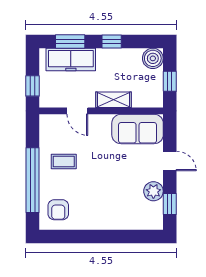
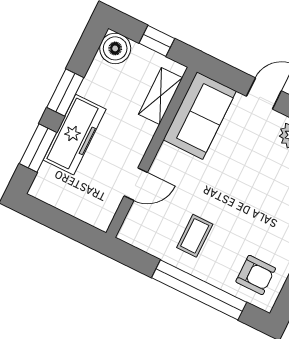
window: (112, 41) -> (65, 93), width x1.50
freezer: (71, 60) -> (75, 135), moved
window: (33, 86) -> (73, 228), removed
shelving: (114, 100) -> (161, 96), moved

